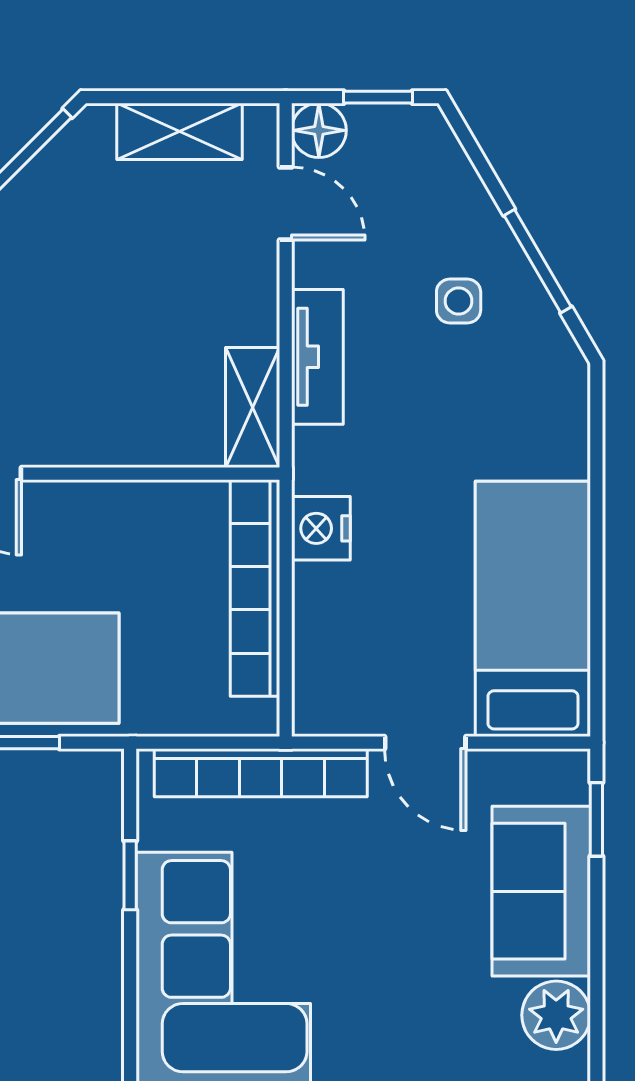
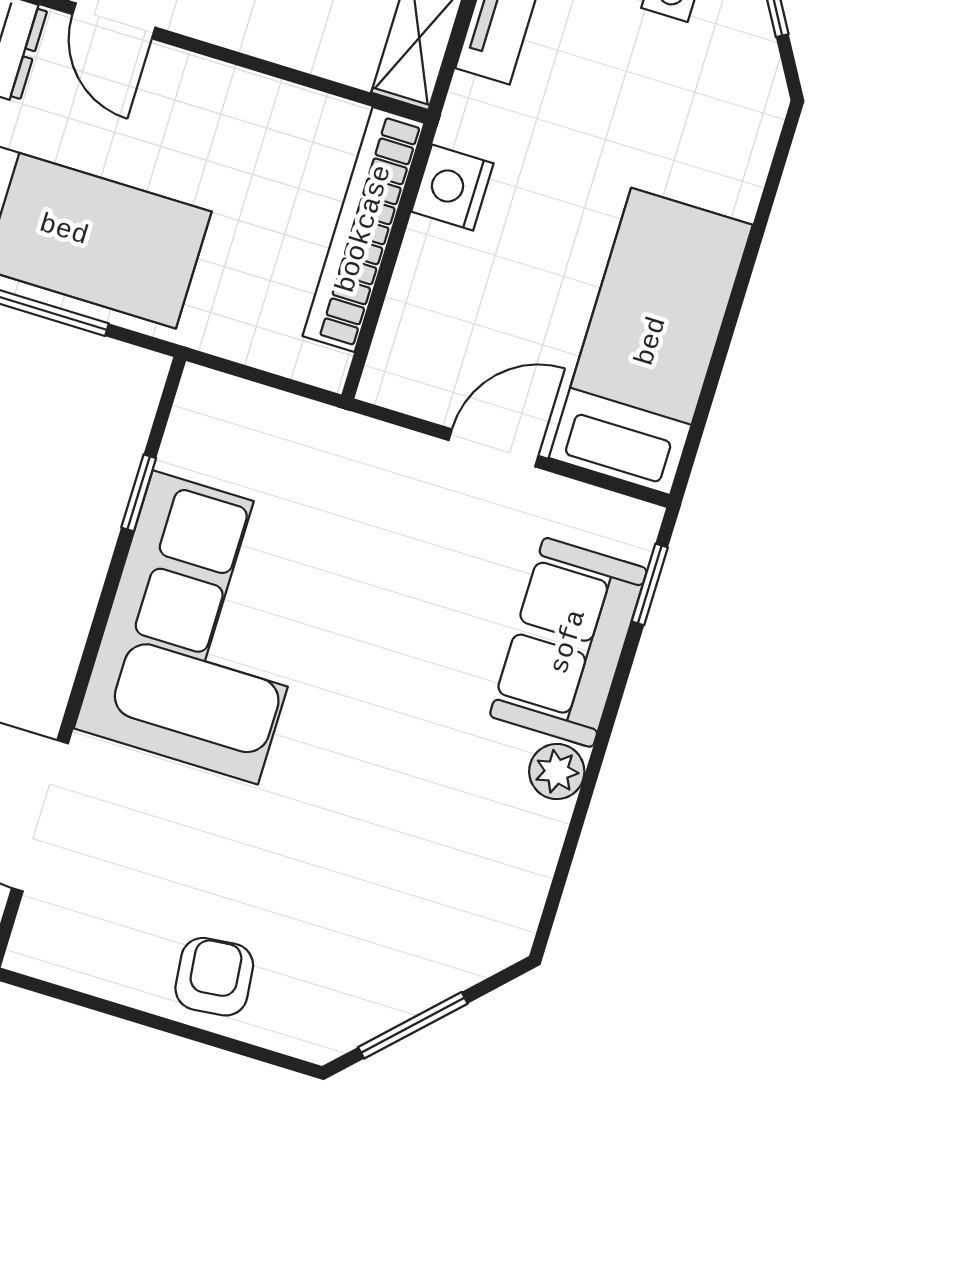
door: (425, 743) -> (493, 448), swing flipped
bookcase: (261, 773) -> (310, 427), removed
plant: (556, 1015) -> (557, 772), width x0.73, depth x0.73

